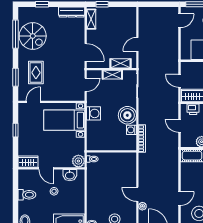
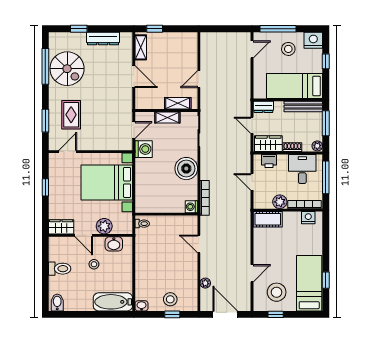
dresser: (72, 12) -> (103, 38), moved
door: (86, 52) -> (134, 77), moved
dresser: (189, 66) -> (263, 107), added
washing machine: (93, 113) -> (144, 149), moved
bed with nightstands: (64, 120) -> (107, 182), width x1.36
washing machine: (131, 130) -> (191, 207), moved
plant: (78, 161) -> (104, 226), moved
door: (137, 194) -> (199, 244), moved

